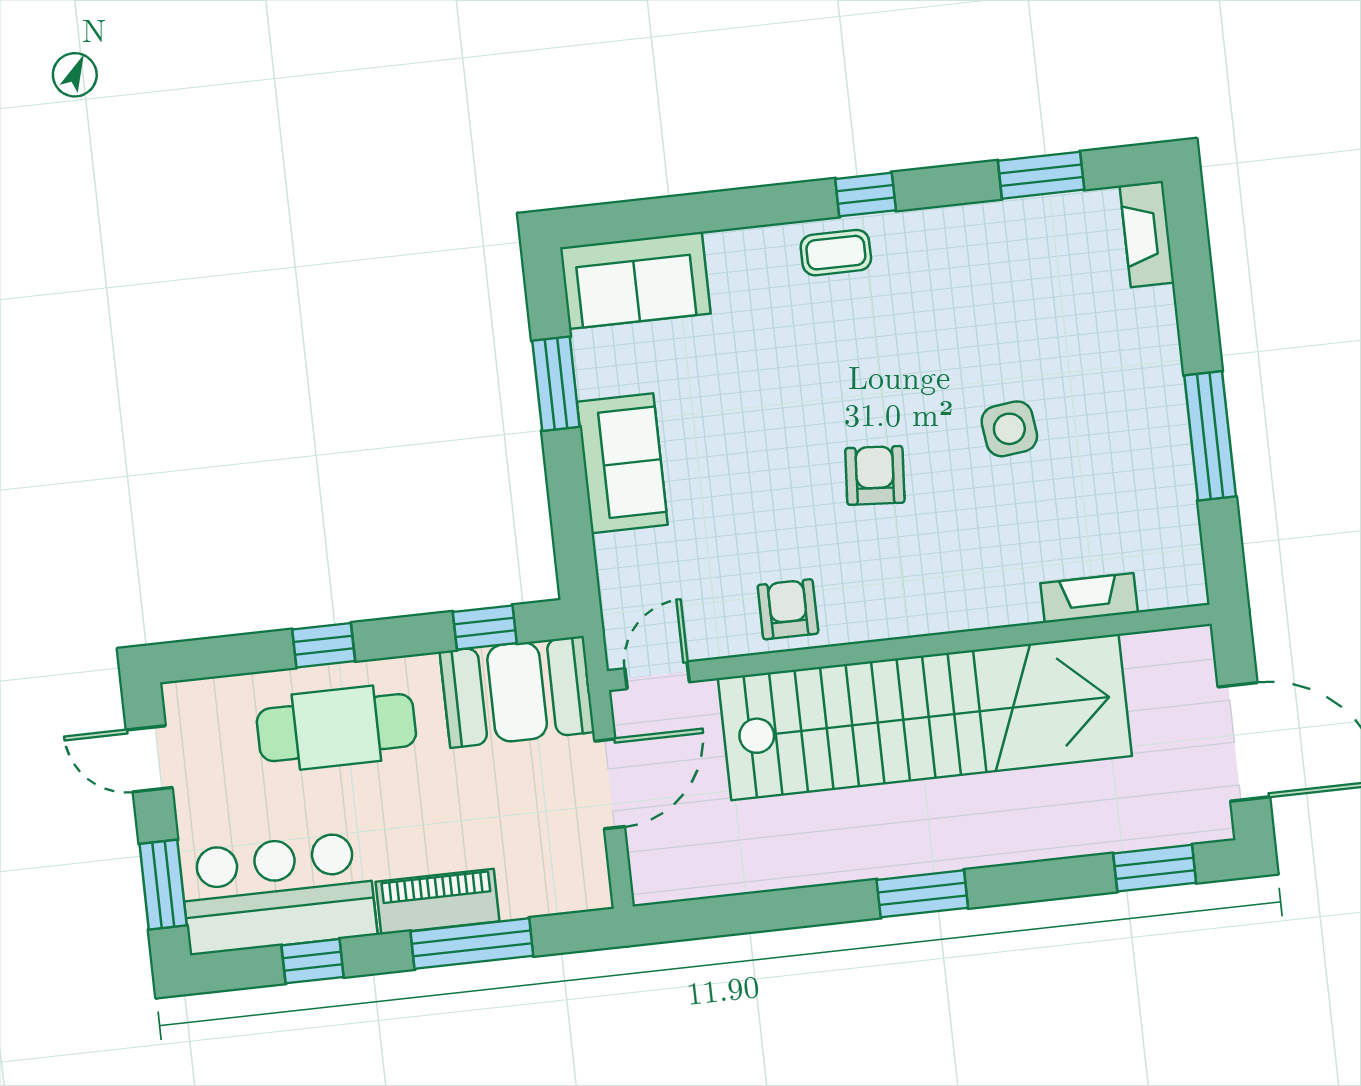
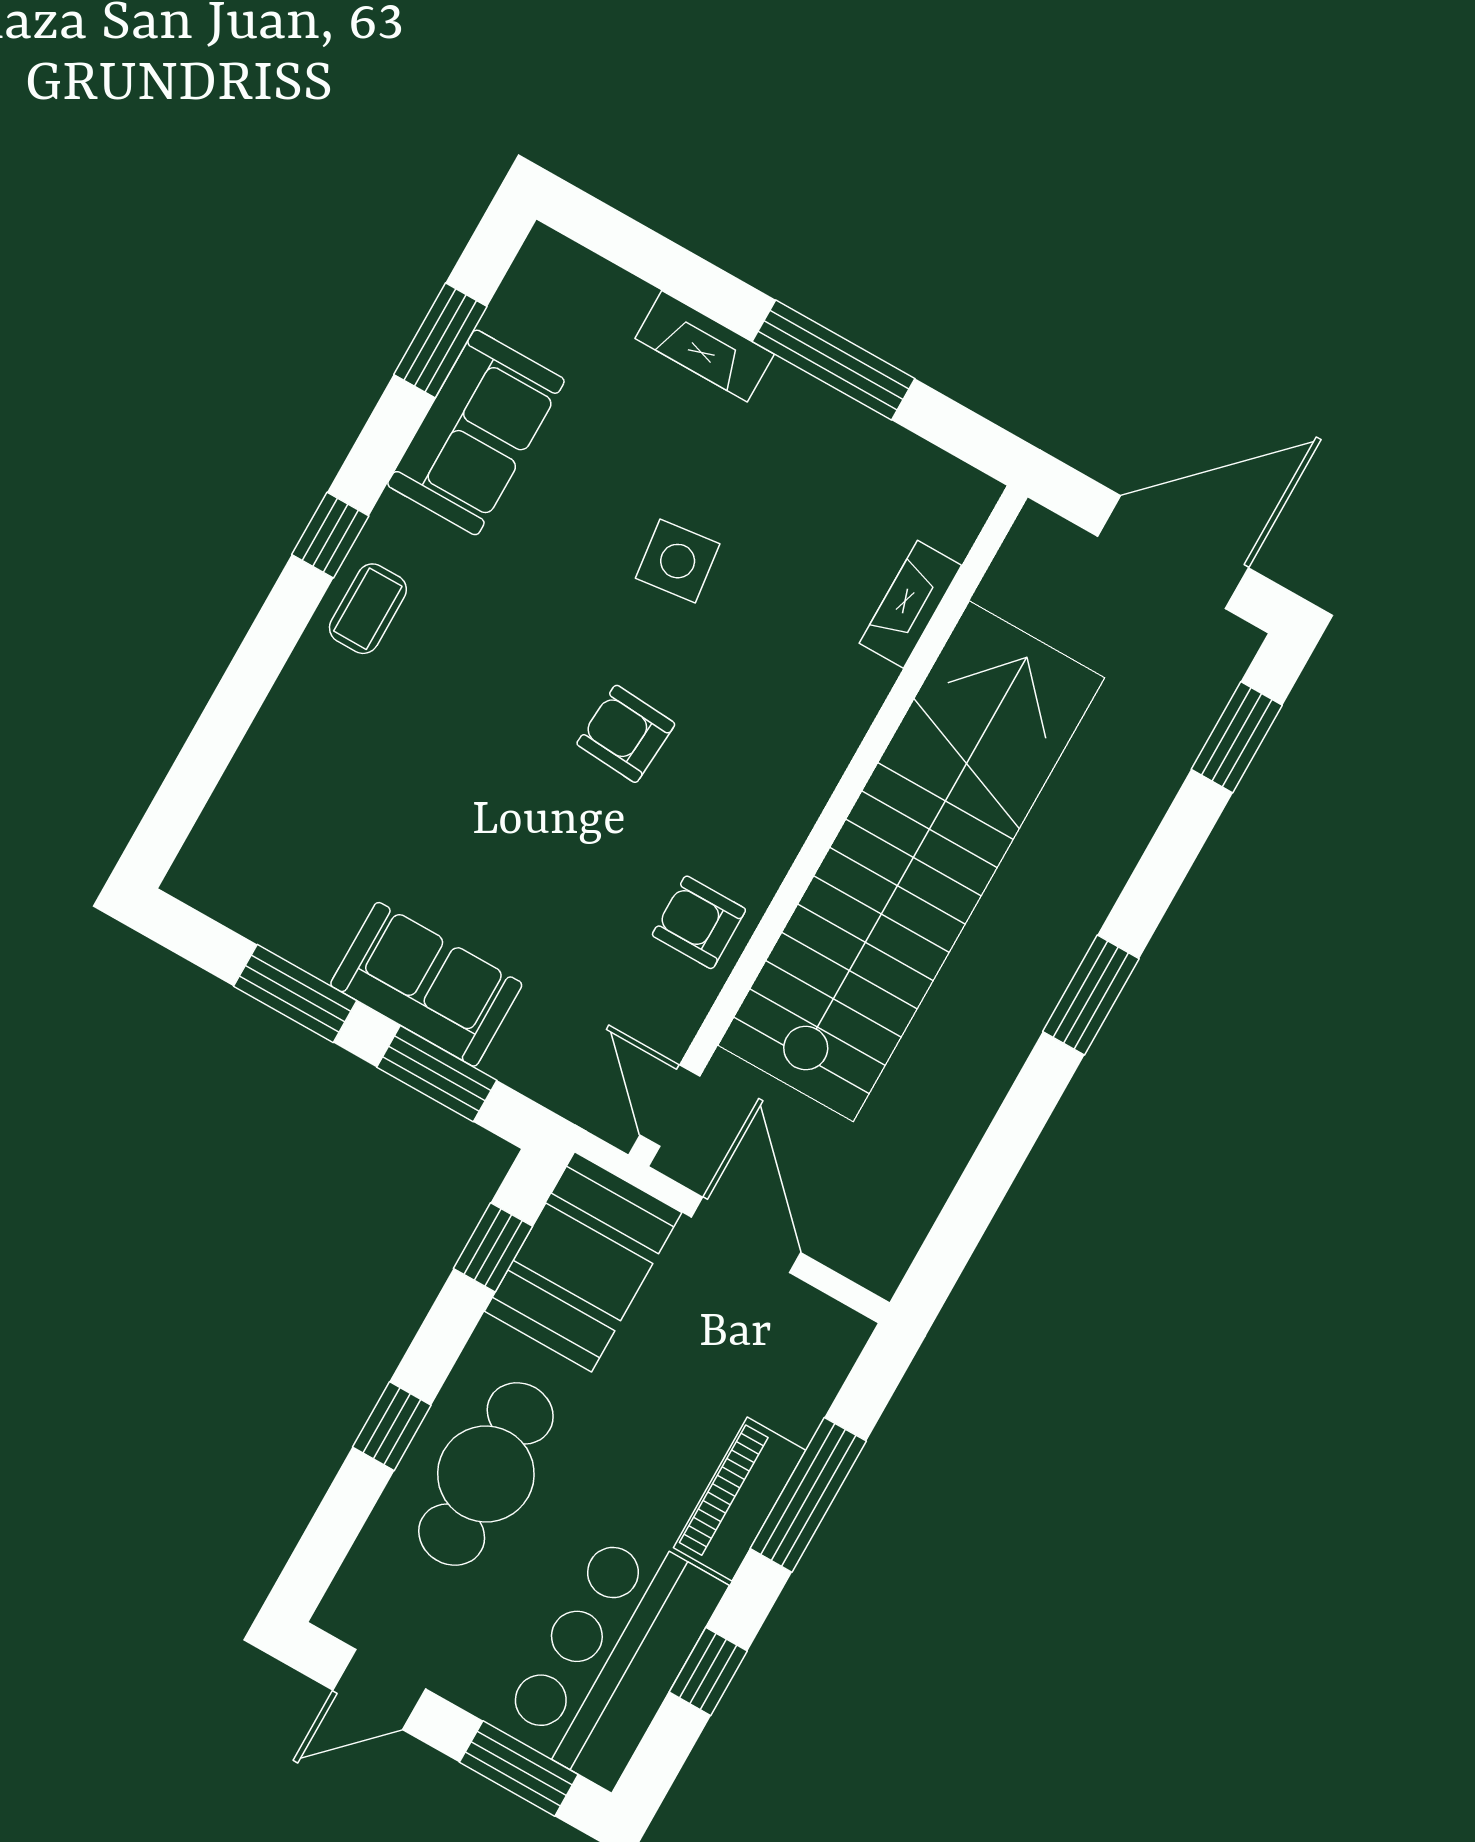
fireplace: (1147, 234) -> (705, 346), moved
sofa: (635, 280) -> (476, 432), moved
window: (570, 511) -> (437, 1074), added

